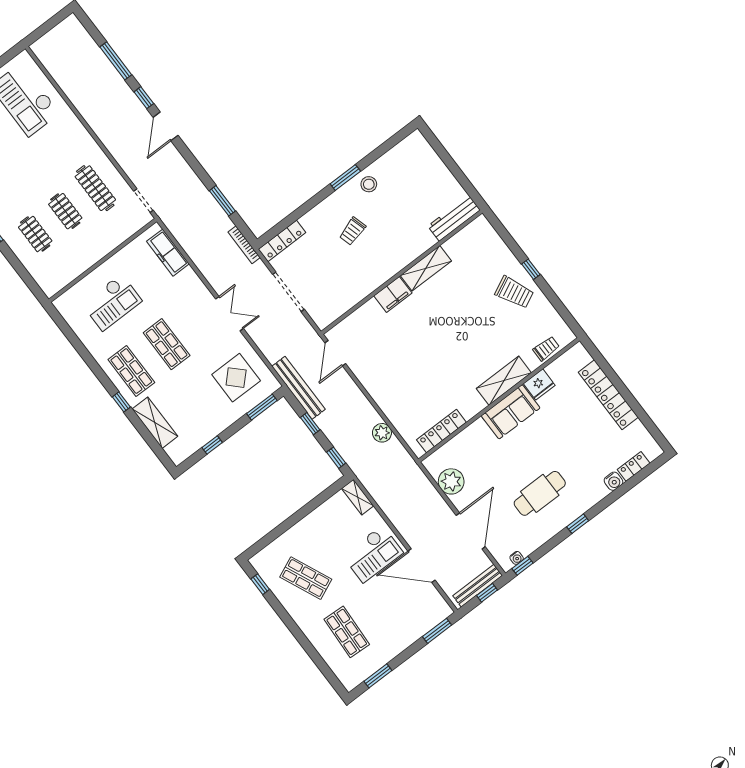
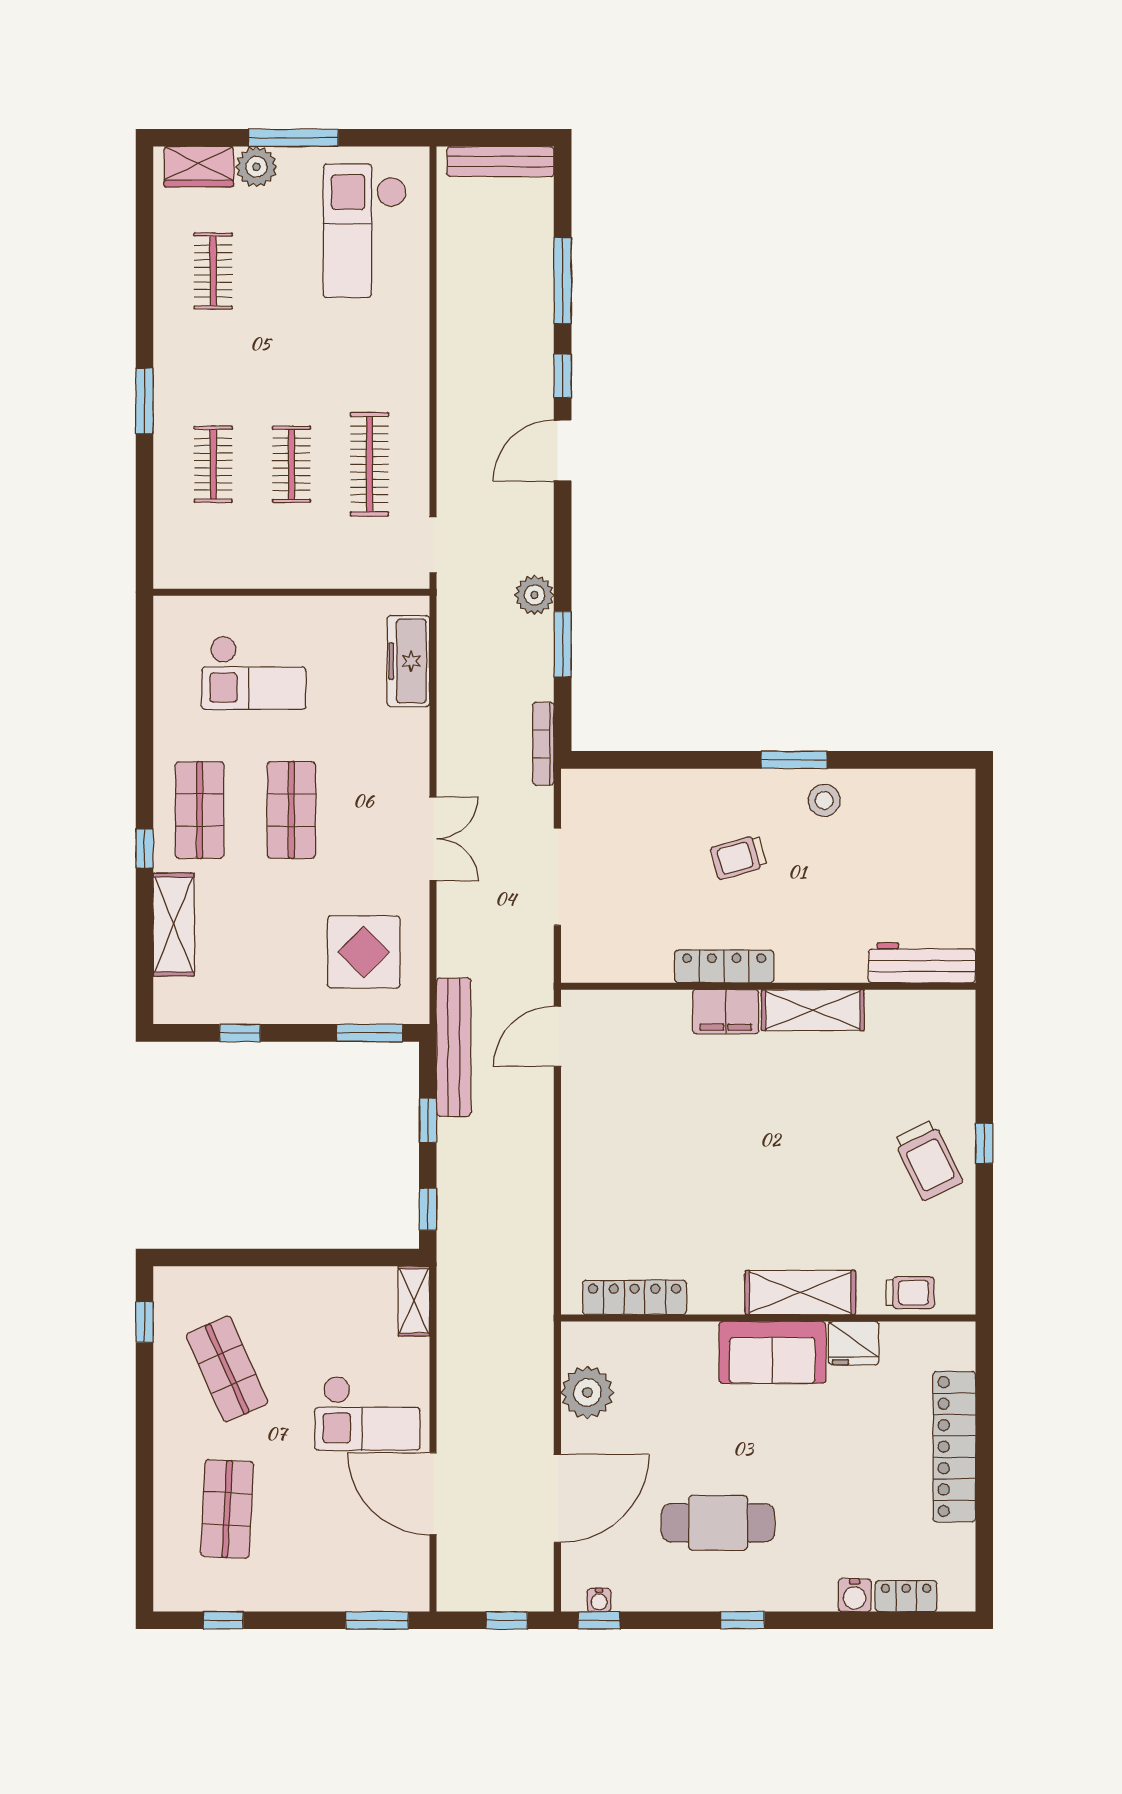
locker: (282, 241) -> (724, 966), moved, turned 180
plant: (382, 433) -> (535, 595), moved
bench: (478, 586) -> (500, 161), moved
window: (378, 676) -> (223, 1620), width x0.67

